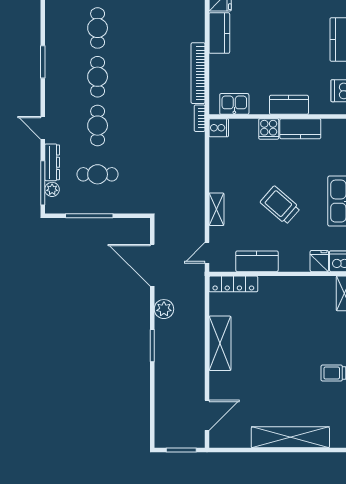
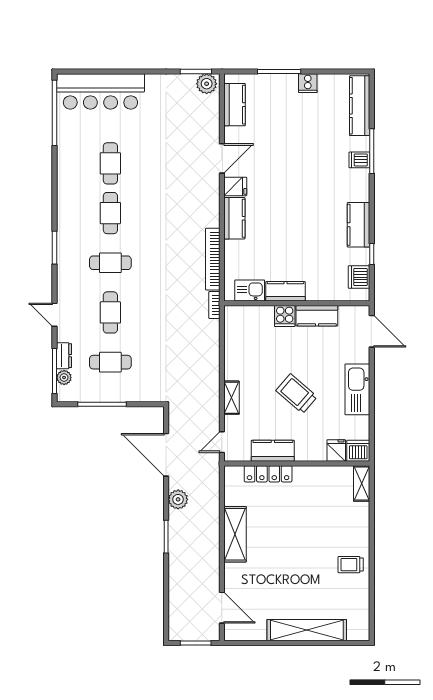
cafe table: (98, 77) -> (110, 263), turned 90
kitchen counter: (289, 105) -> (285, 291), moved
cooker: (219, 128) -> (234, 315), removed
dresser: (52, 162) -> (64, 356), width x0.70
locker: (233, 284) -> (268, 474), moved
door: (207, 415) -> (222, 608), hinge flipped

